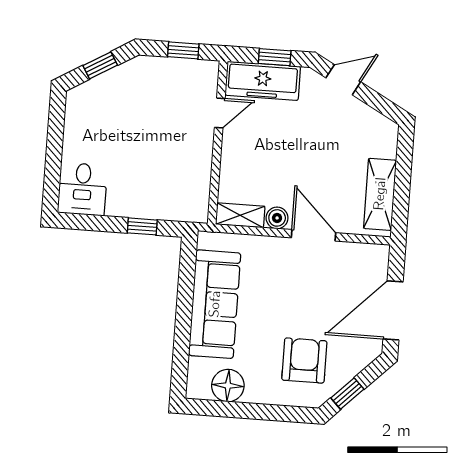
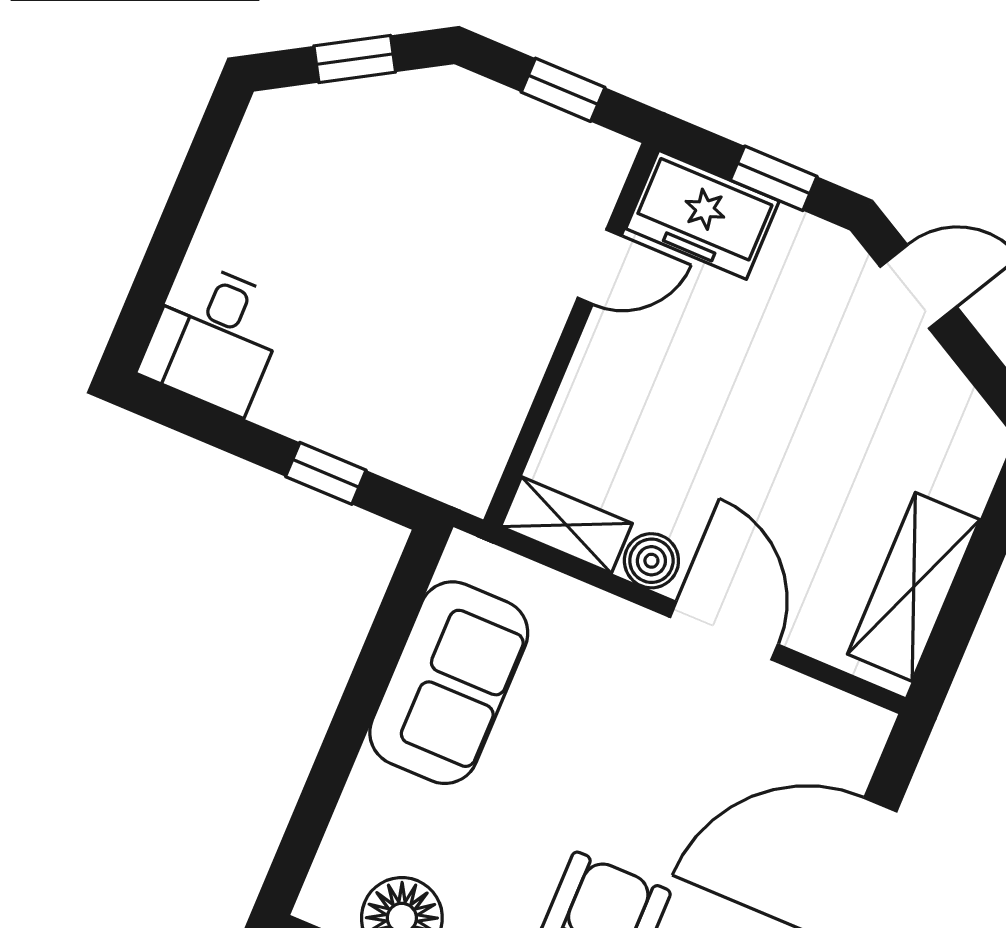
freezer: (263, 81) -> (703, 215), width x0.71
sofa: (215, 304) -> (449, 683), width x0.73

